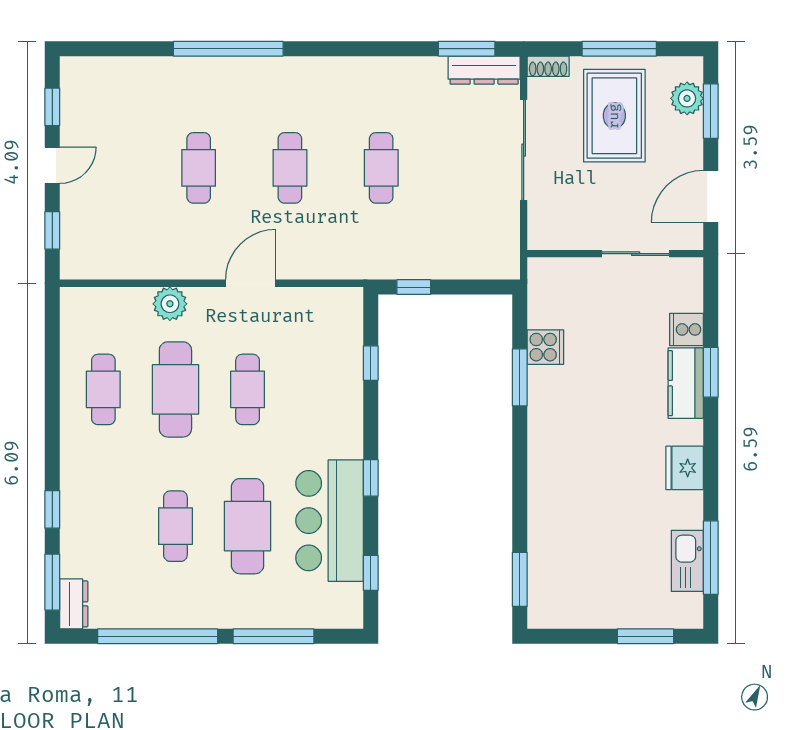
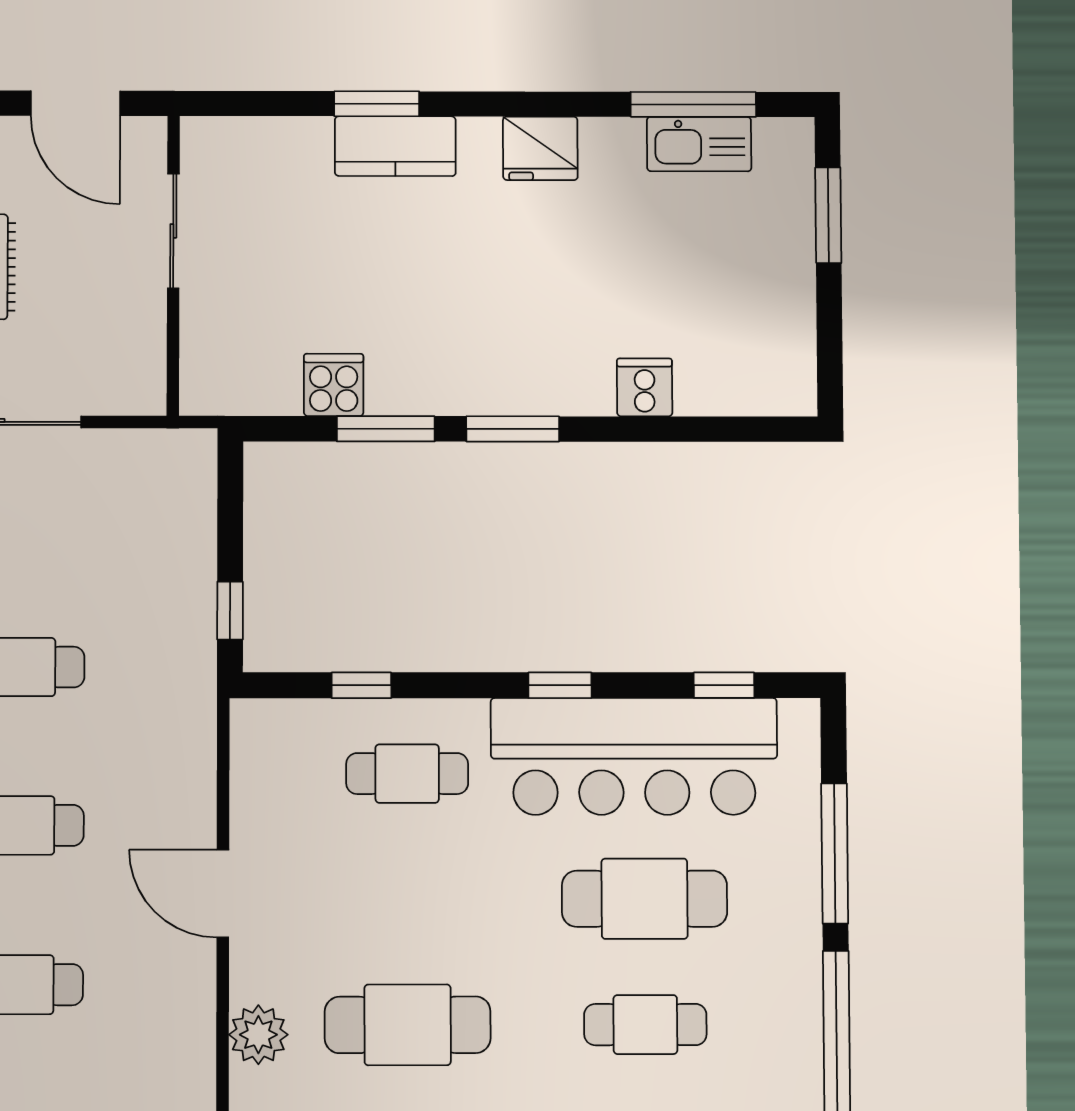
cooker: (687, 329) -> (645, 387), moved, turned 180
cafe table: (248, 389) -> (407, 774), moved
bar counter: (330, 521) -> (634, 756), width x1.36
window: (520, 579) -> (513, 429), moved

